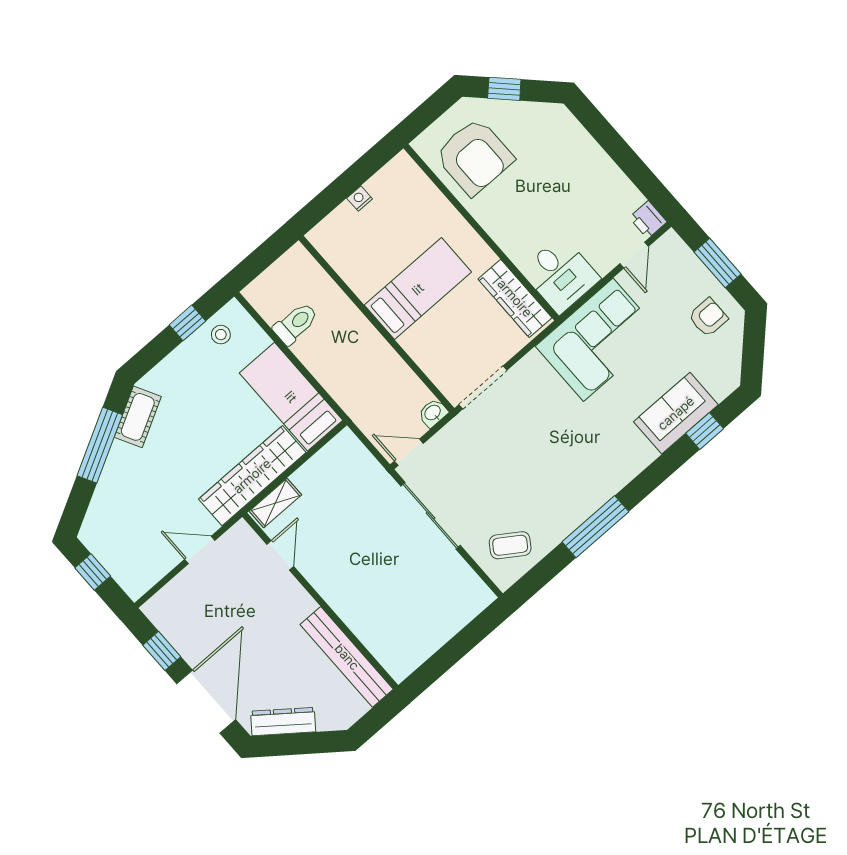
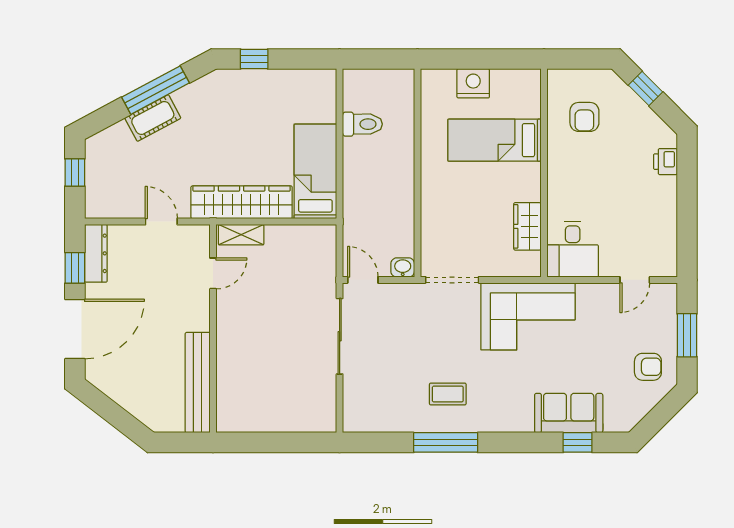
armchair: (474, 157) -> (584, 117), width x0.53, depth x0.53
nightstand: (360, 199) -> (473, 83), width x1.89, depth x1.79
printer: (648, 220) -> (665, 162), moved
bed: (418, 289) -> (494, 140), moved, turned 180
wardrobe: (515, 298) -> (527, 226), width x0.67
window: (187, 323) -> (254, 59), moved
stool: (221, 335) -> (305, 87), removed
corner sofa: (598, 340) -> (528, 316), moved
cot: (138, 417) -> (153, 118), moved
coffee table: (510, 545) -> (448, 394), moved, turned -34
dresser: (283, 722) -> (96, 253), moved, turned 52

